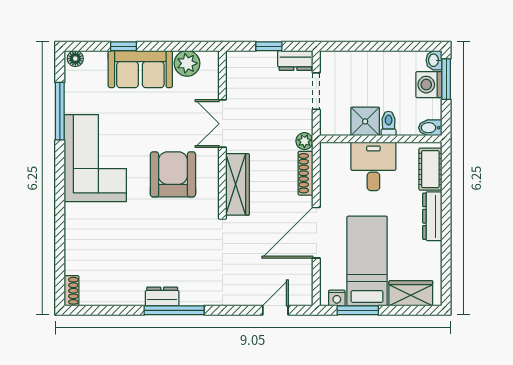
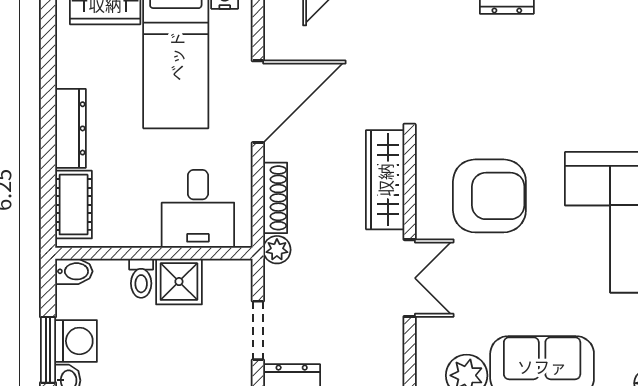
desk: (373, 166) -> (198, 209), moved
armchair: (173, 174) -> (489, 196), turned -90

